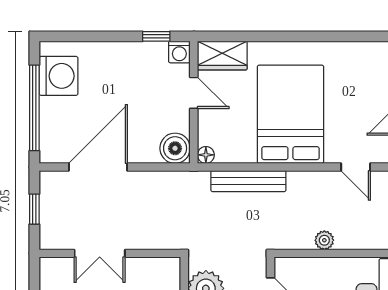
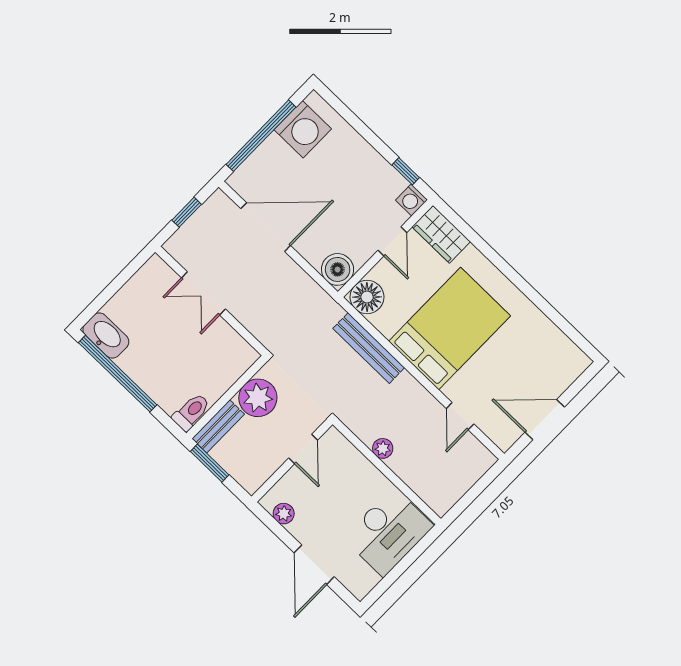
floor lamp: (206, 155) -> (367, 297), width x1.89, depth x1.89

